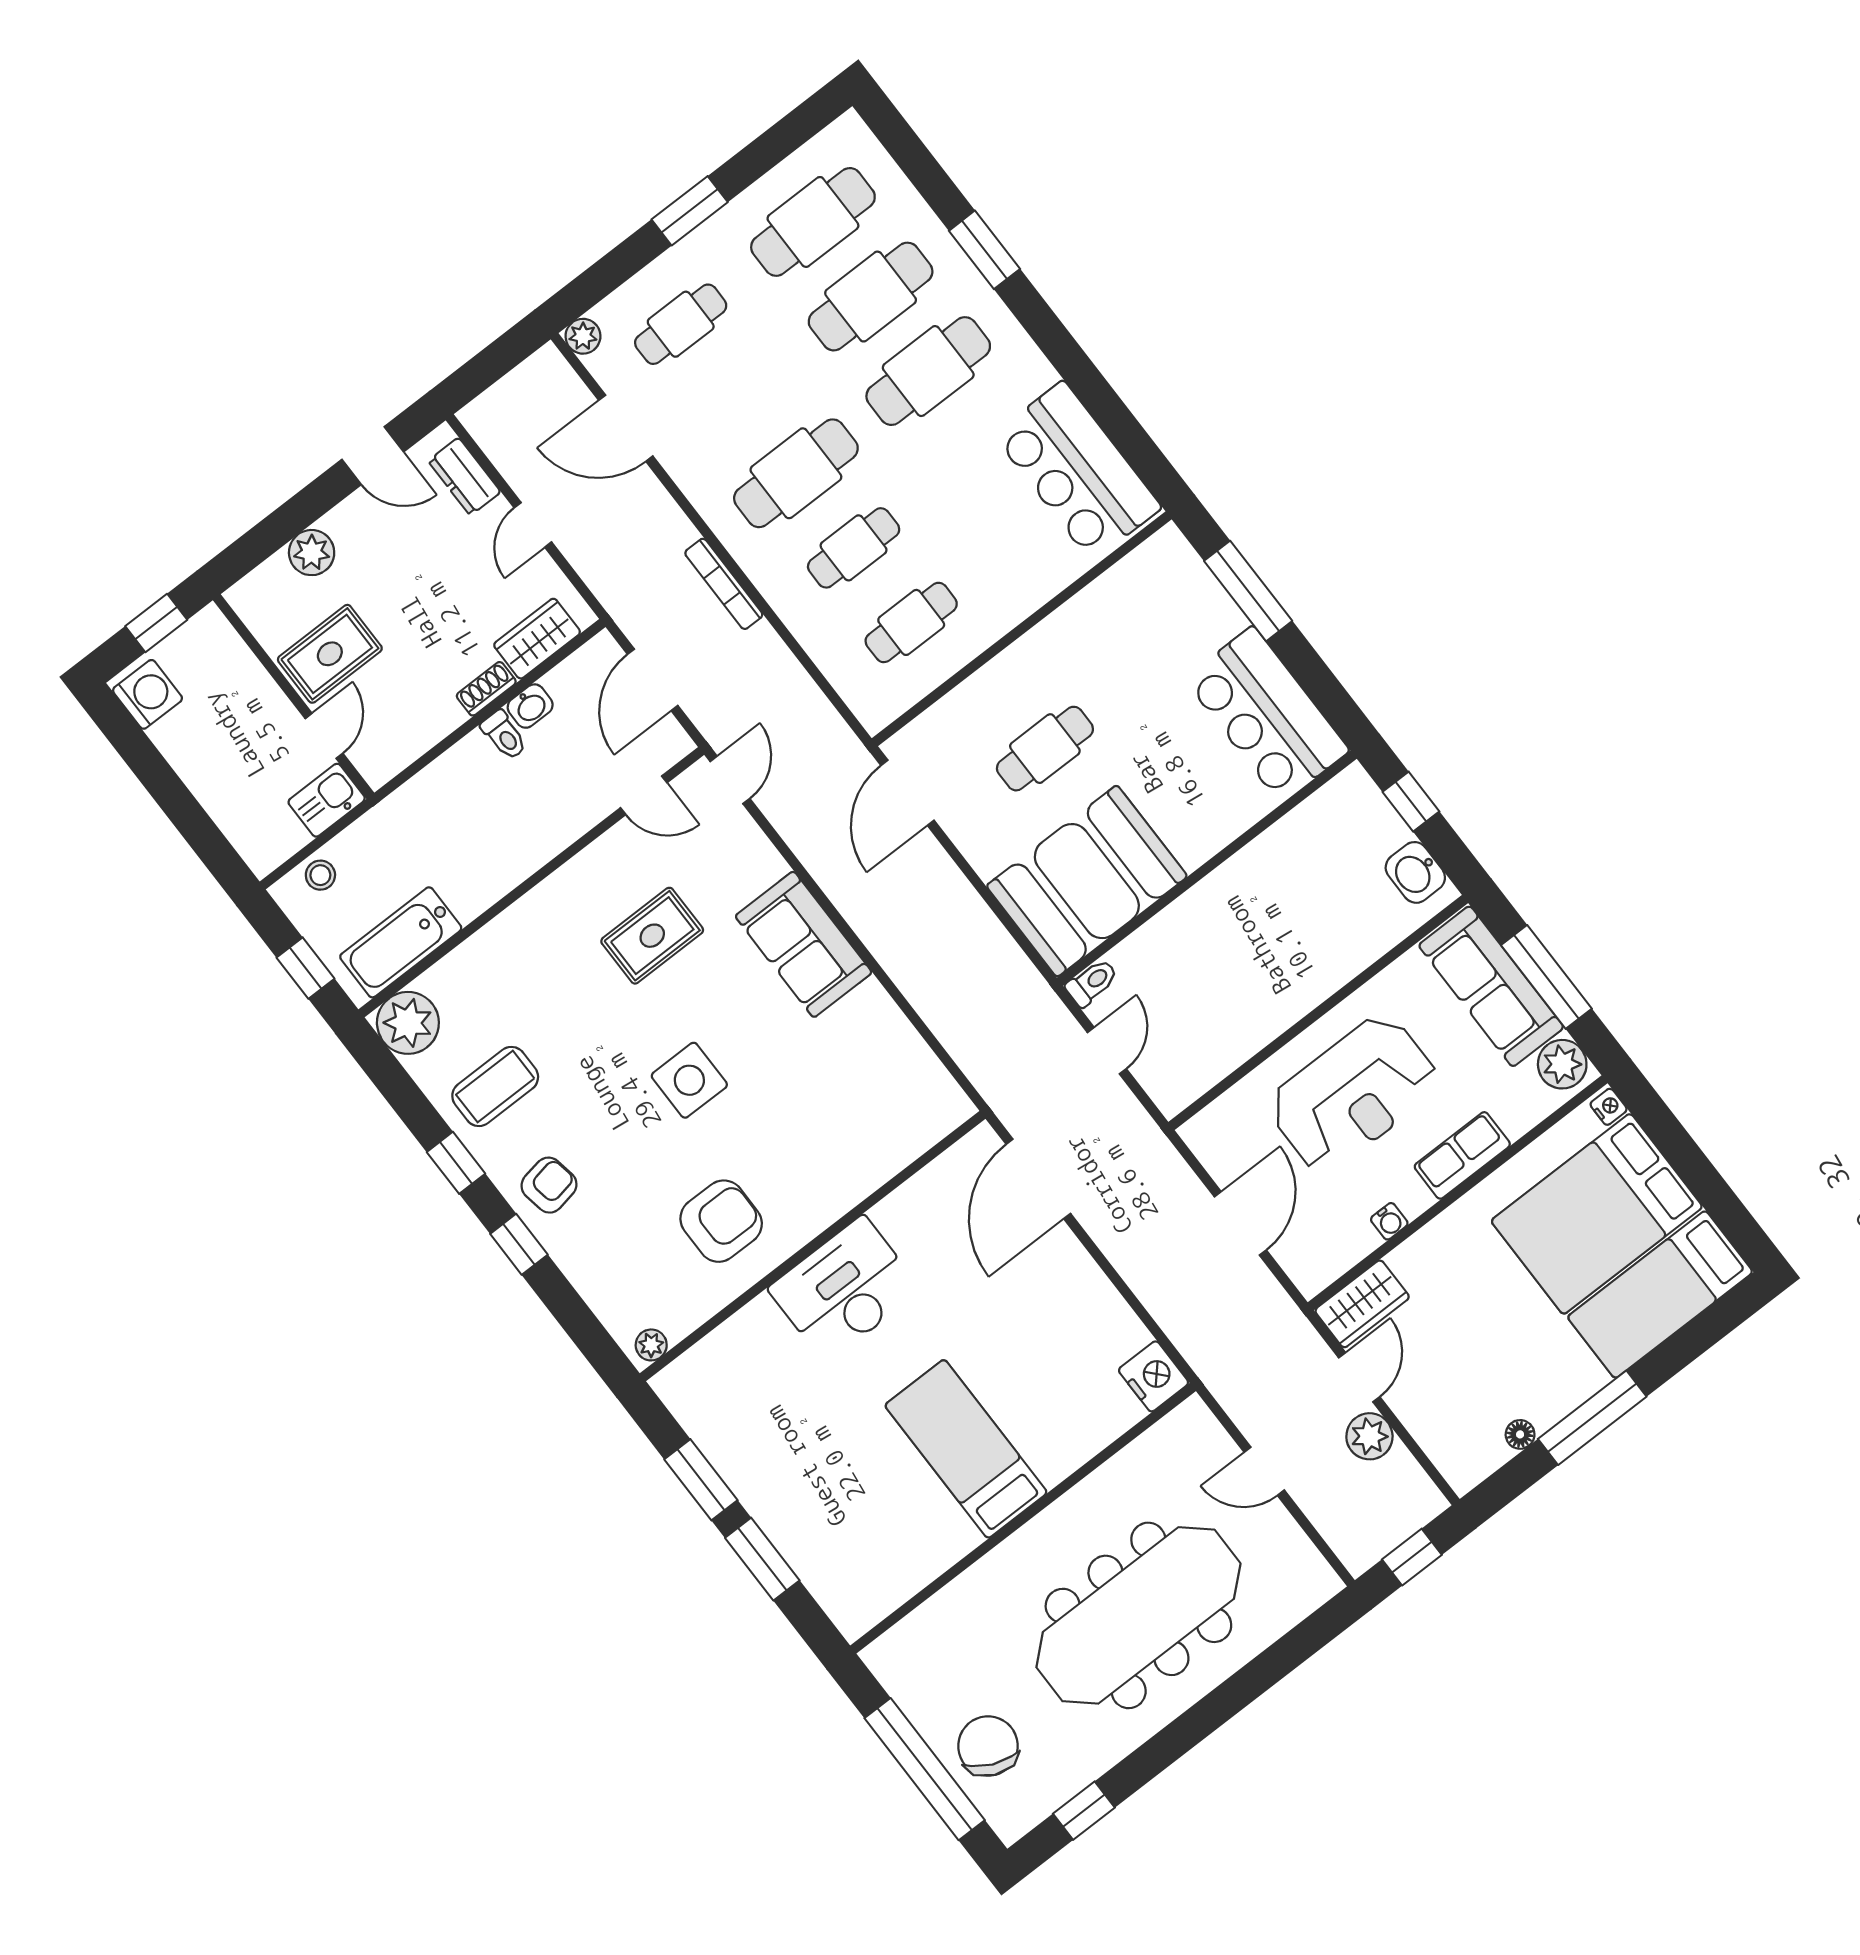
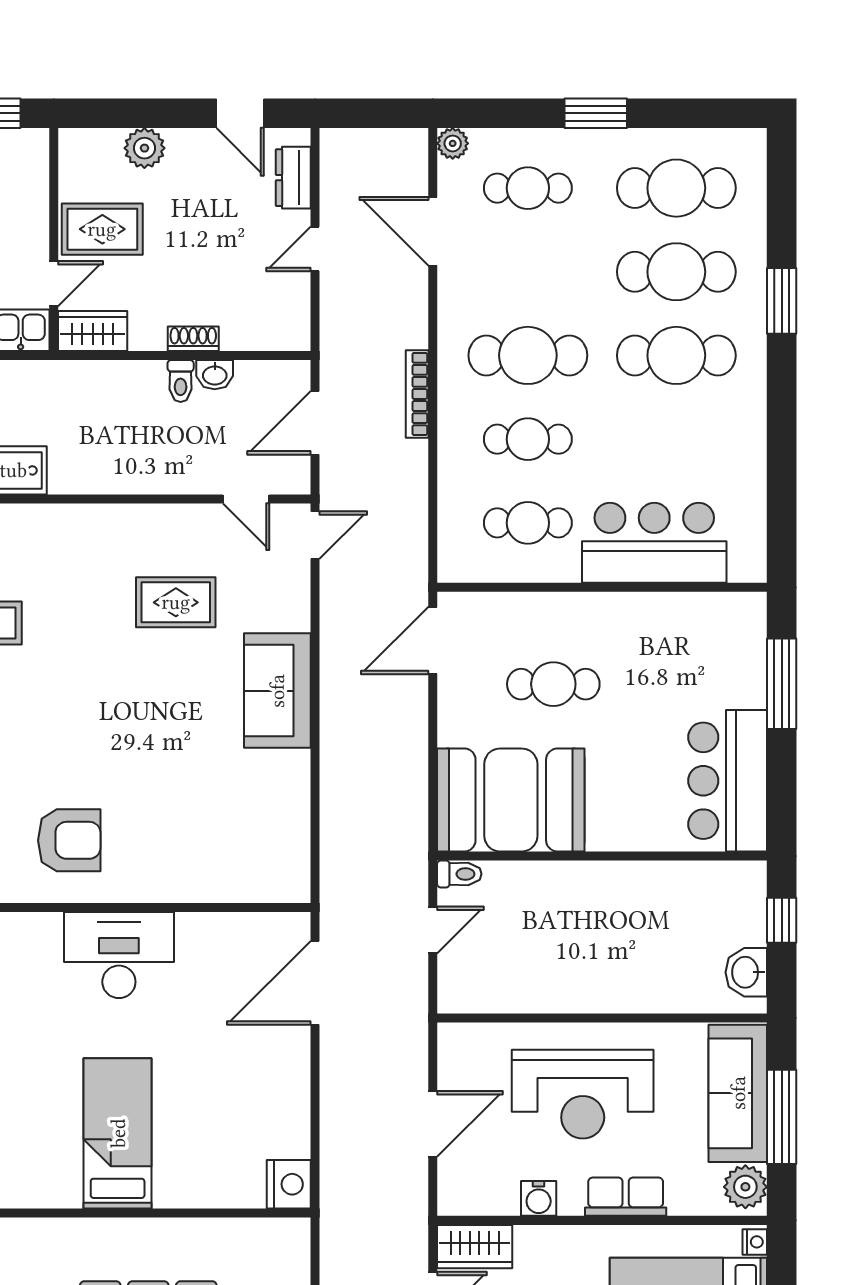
bar counter: (1077, 471) -> (654, 543), moved, turned 90
wardrobe: (537, 639) -> (93, 331), moved
side table: (689, 1080) -> (123, 724), removed
water cooler: (1389, 1221) -> (539, 1198), width x1.38, depth x1.38

